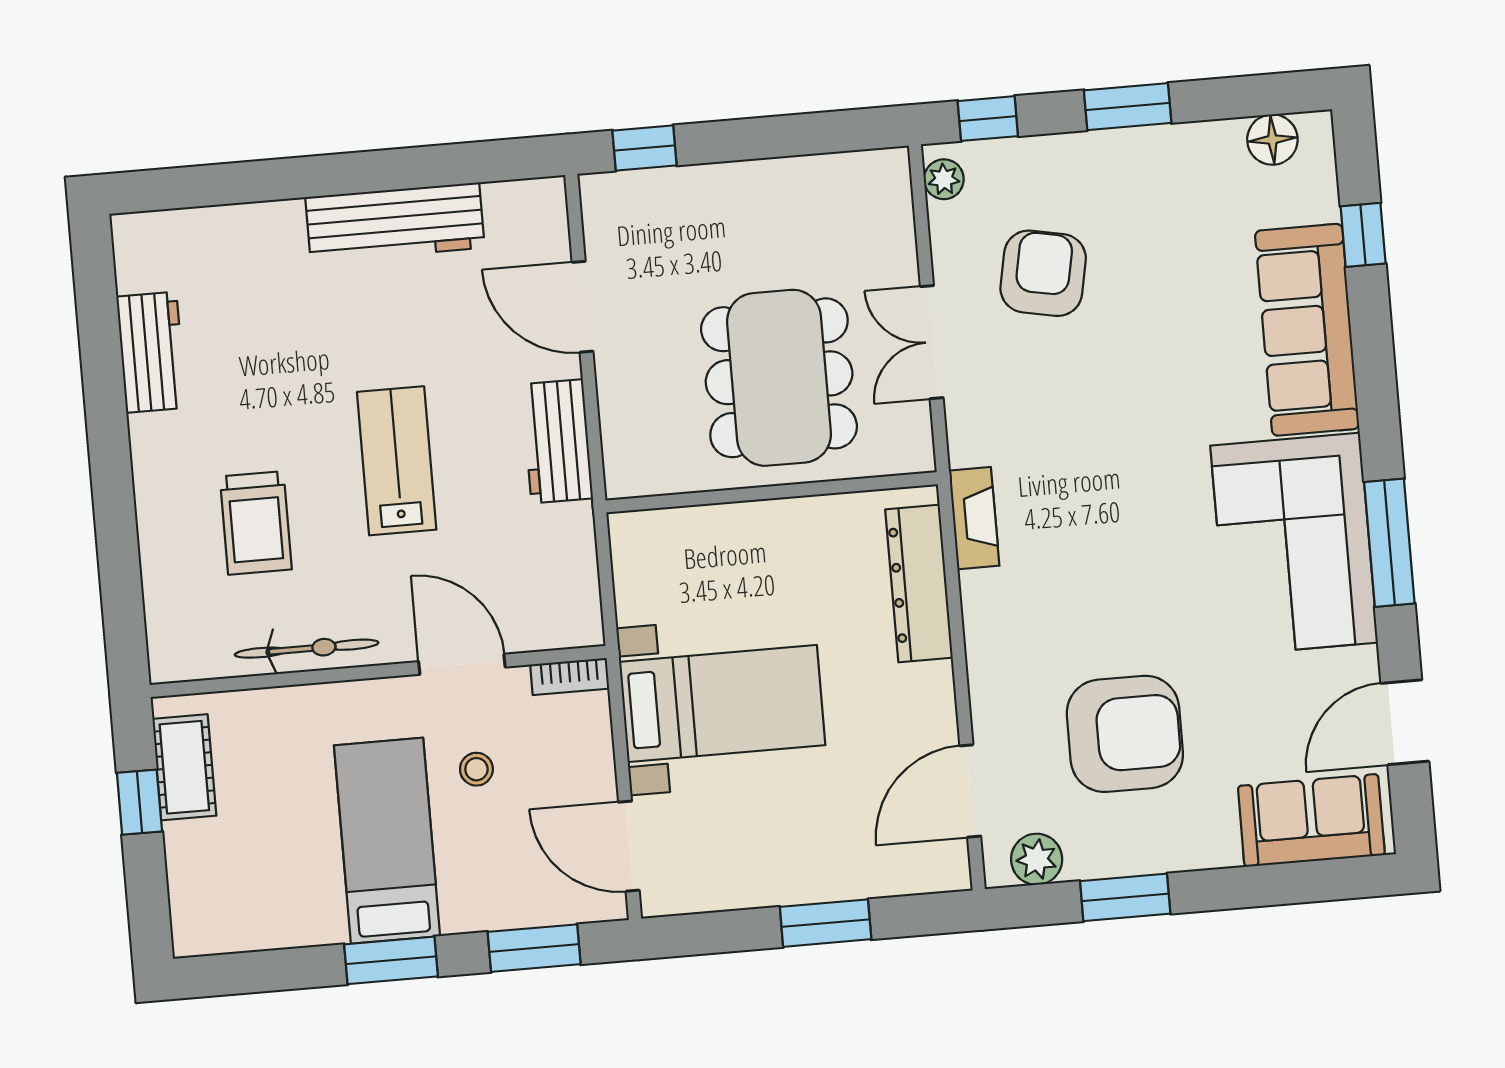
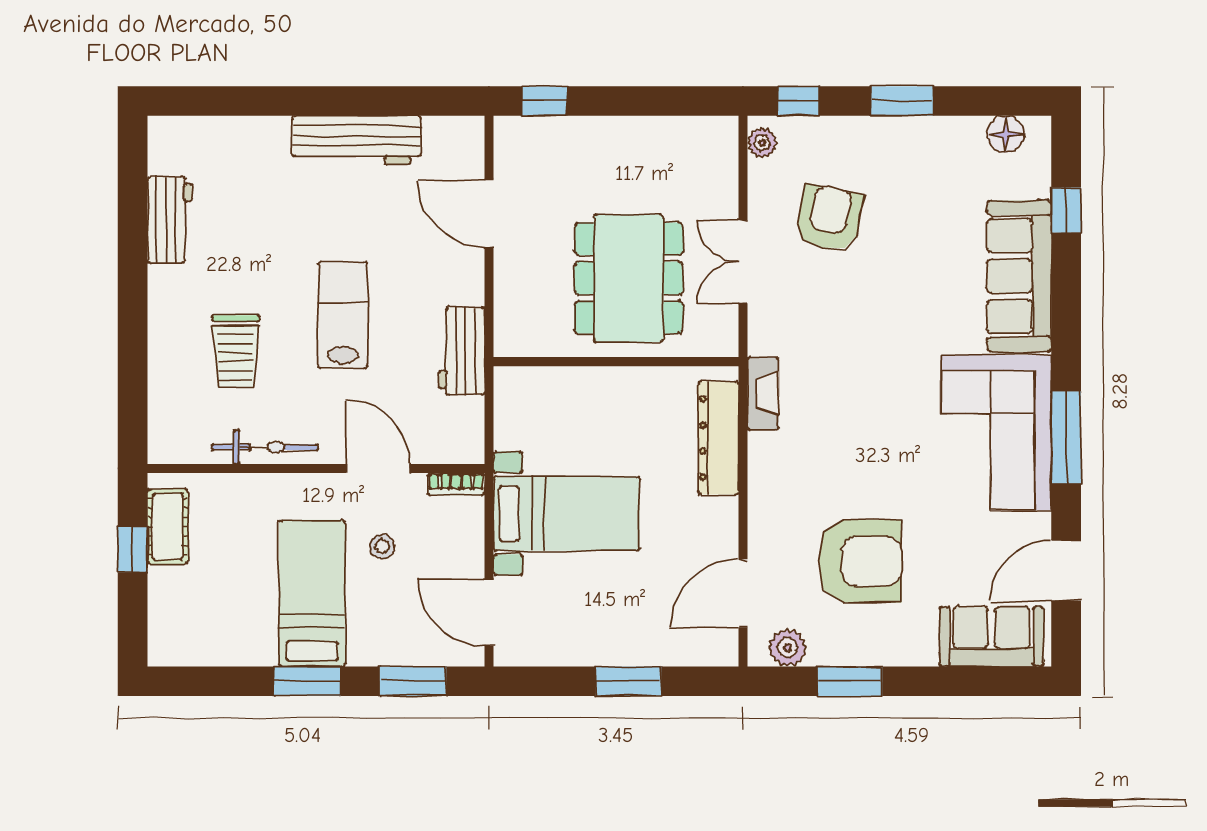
workbench: (557, 441) -> (462, 351), moved

